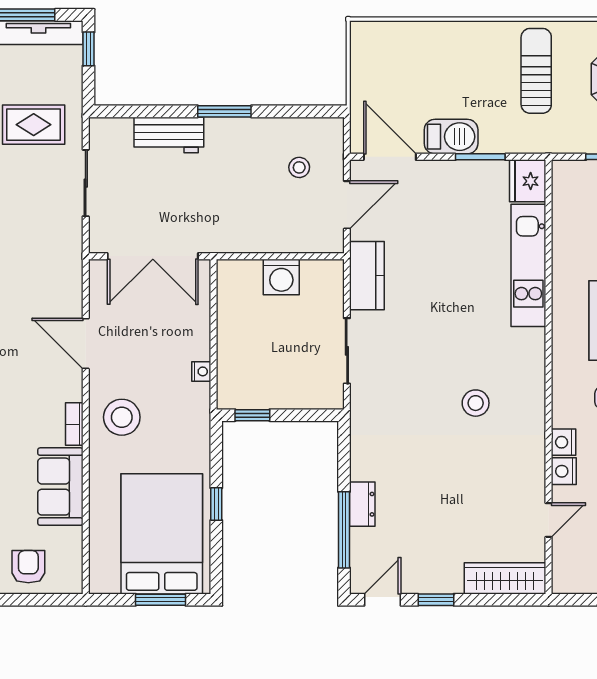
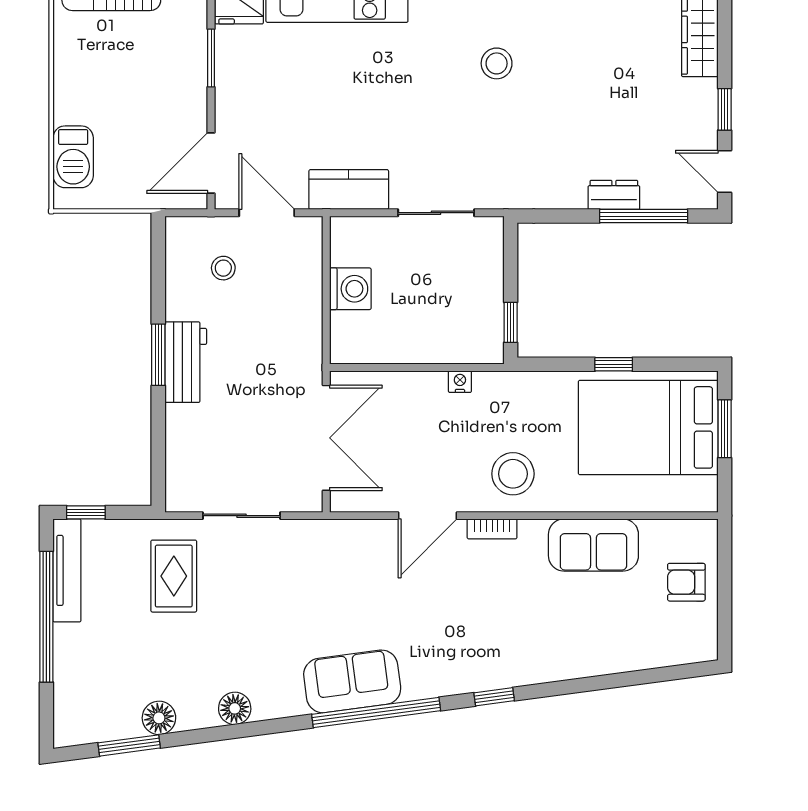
workbench: (169, 135) -> (186, 362), moved
barbecue: (451, 137) -> (73, 157), moved, turned 180
bookcase: (74, 424) -> (492, 529), moved

